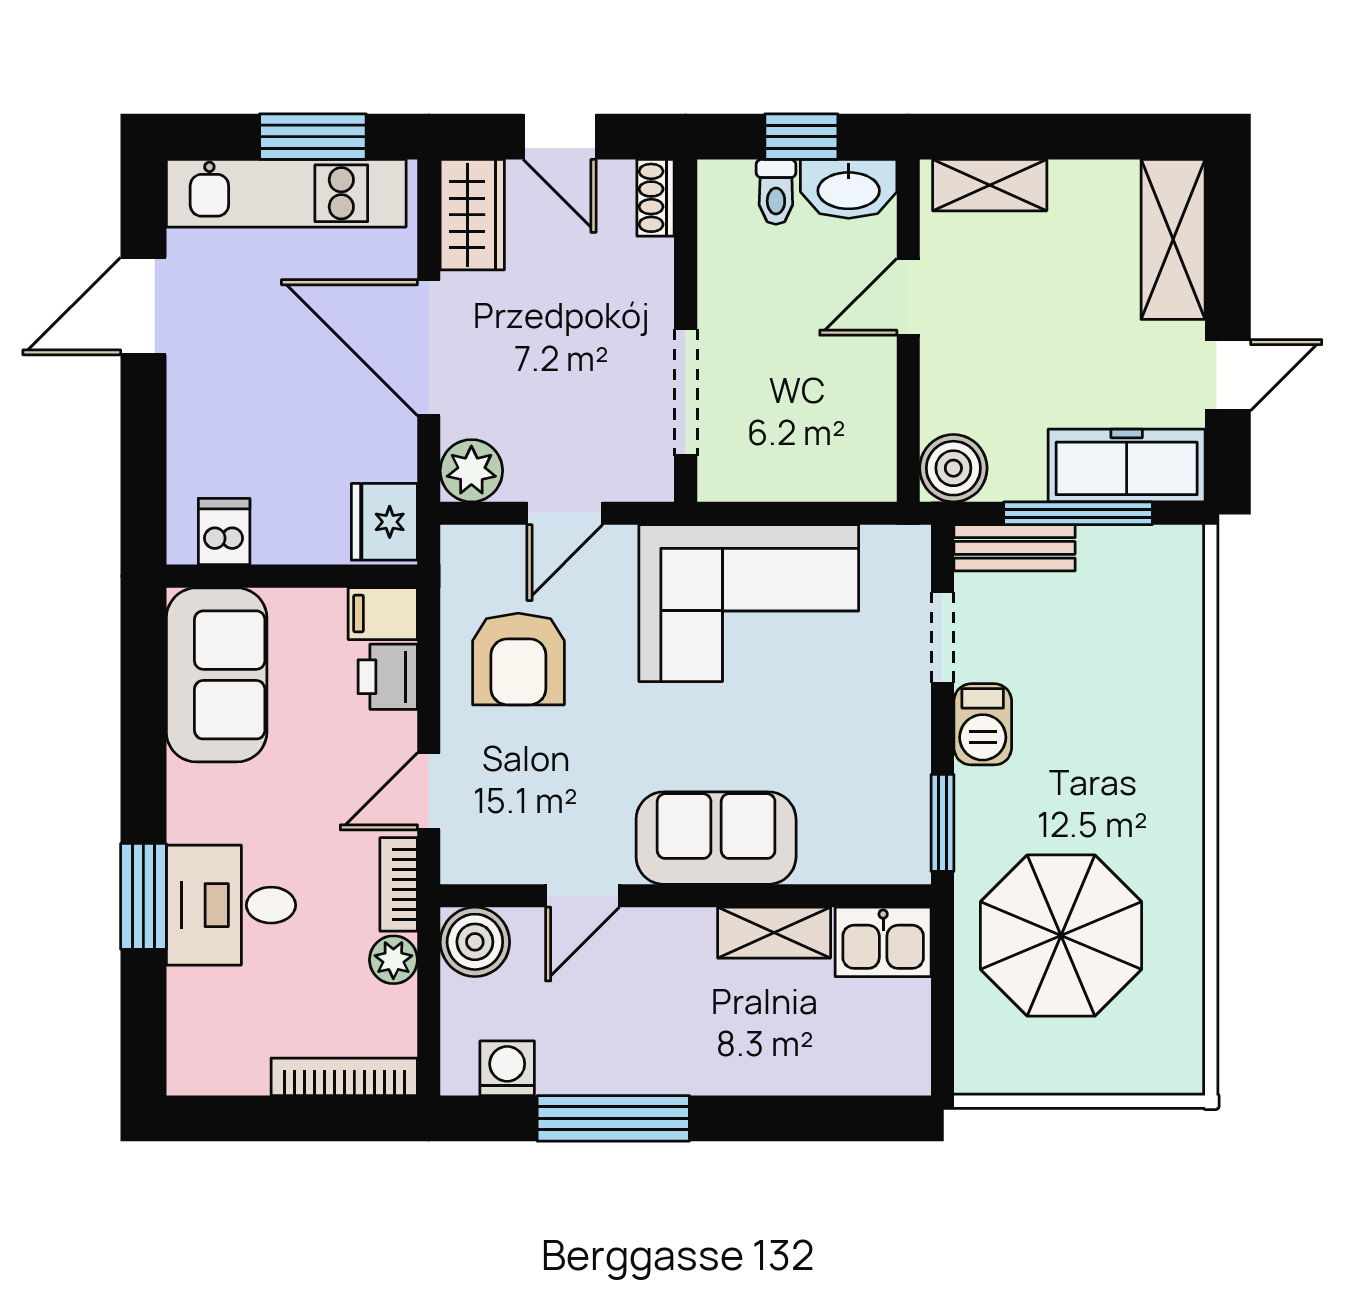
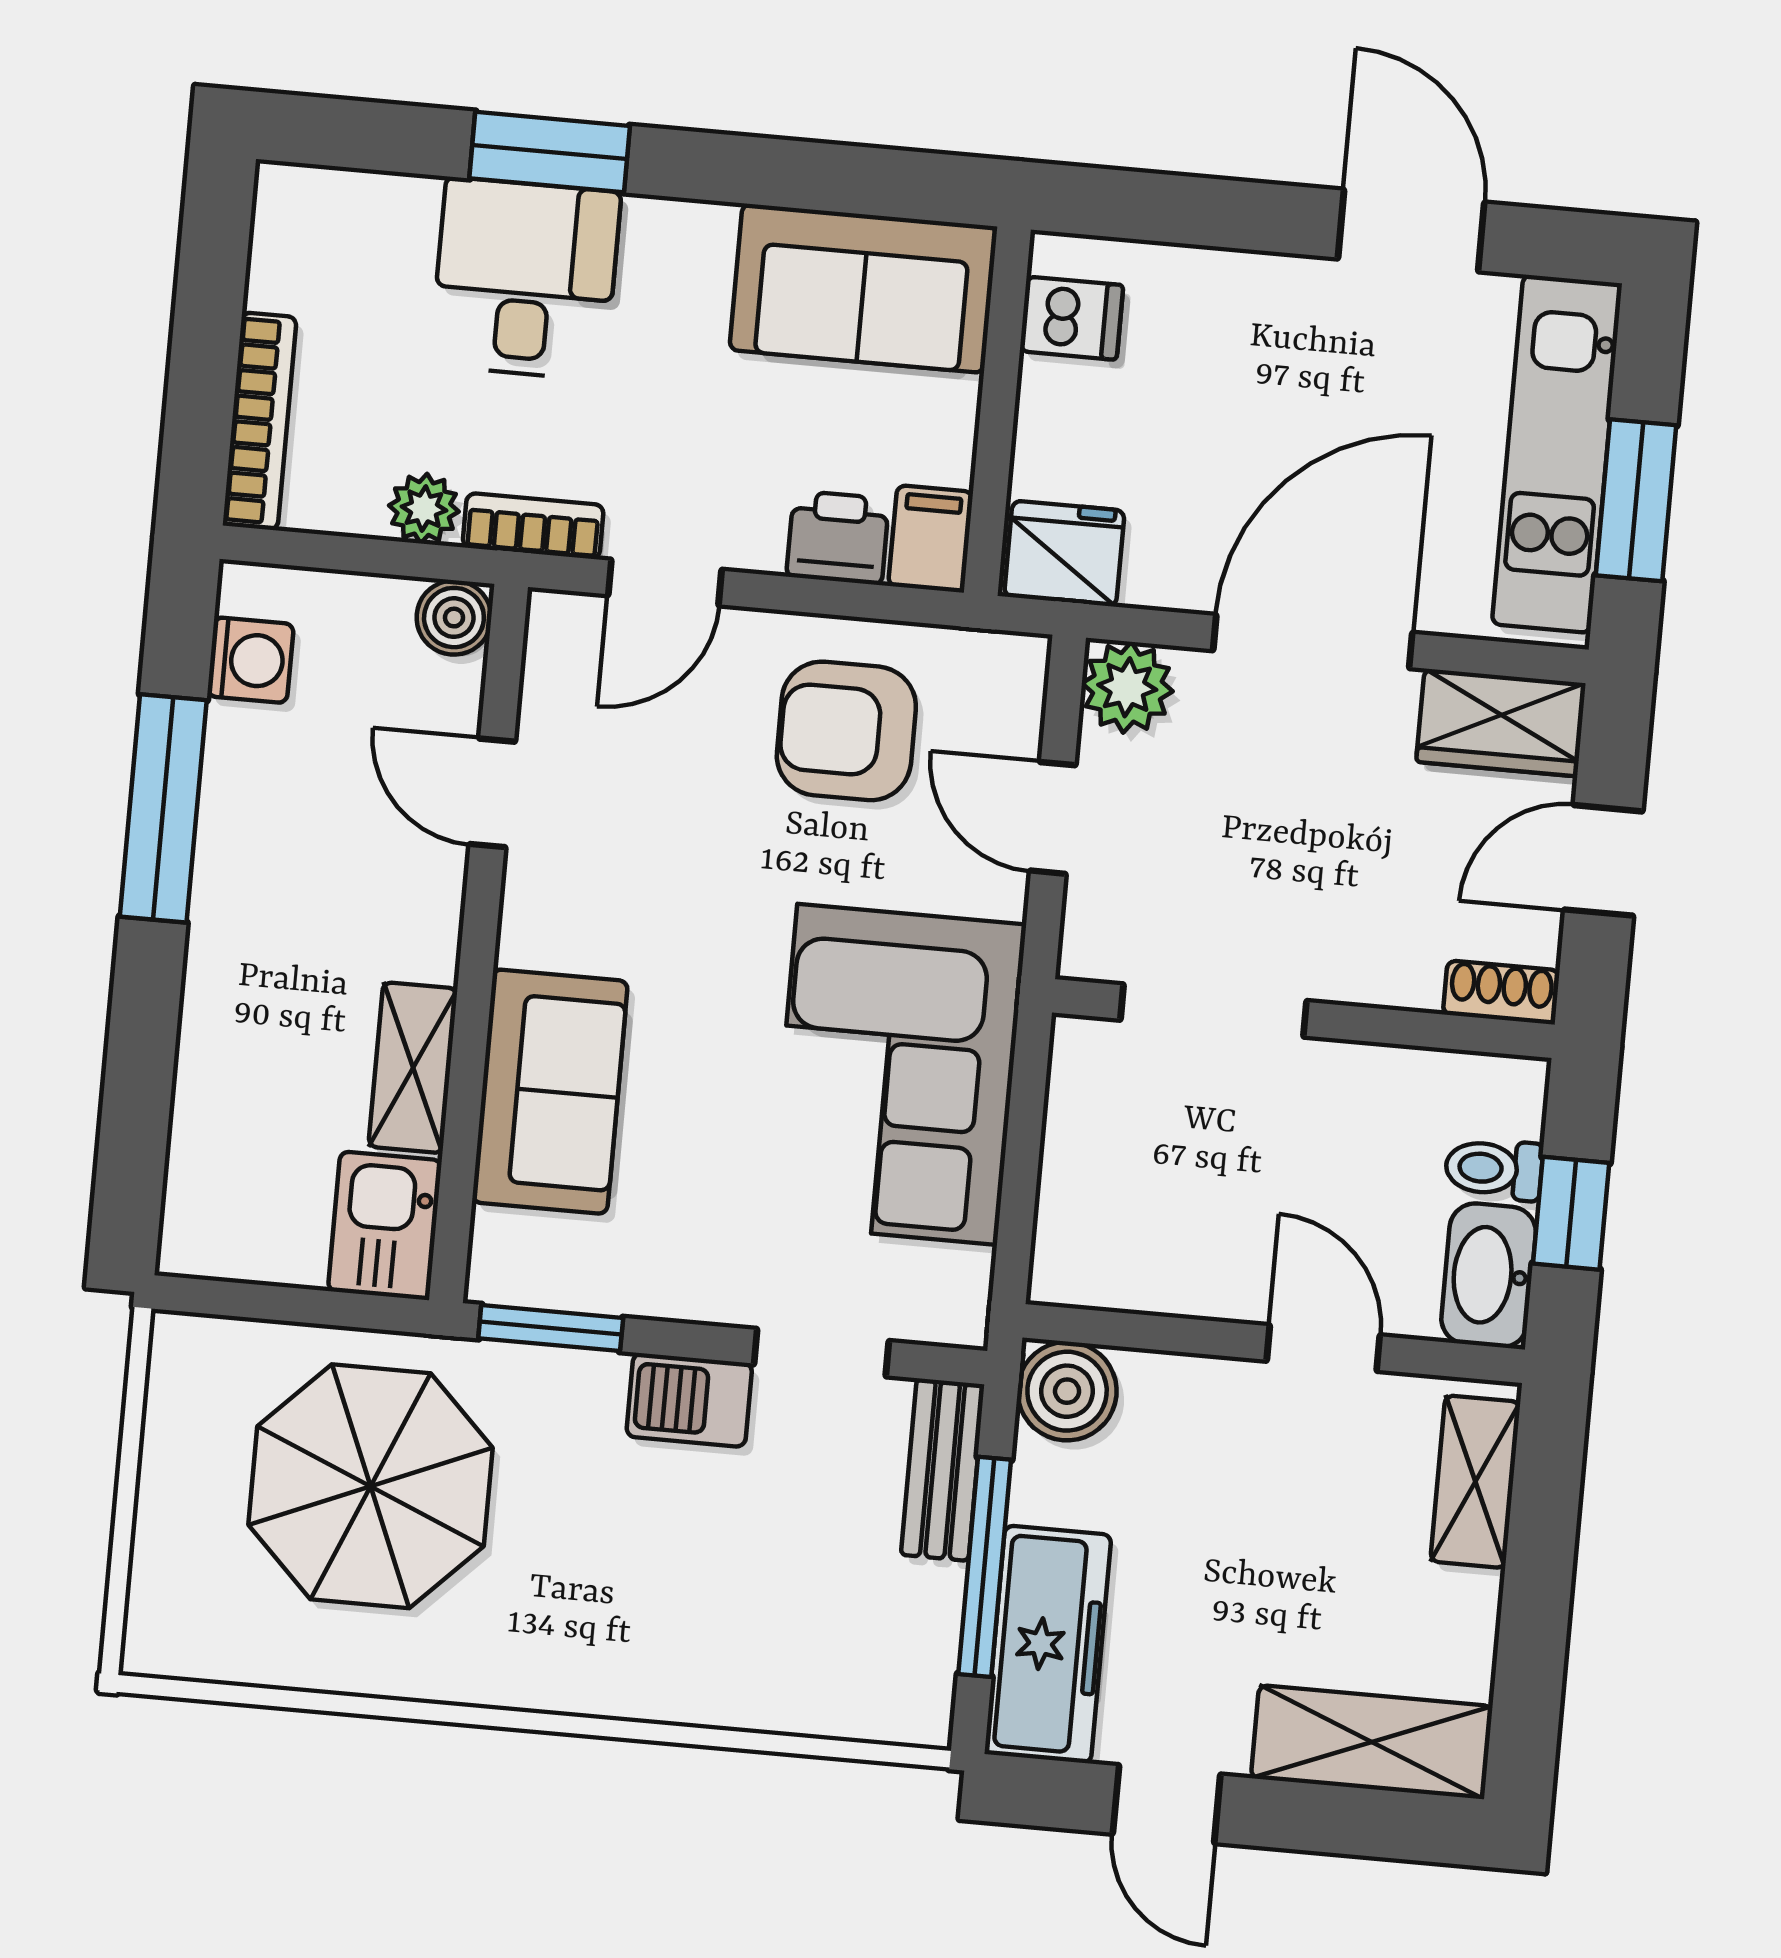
door: (429, 791) -> (665, 583), swing flipped
sofa: (716, 838) -> (550, 1092), moved
boiler: (475, 942) -> (454, 618), width x0.73, depth x0.73

